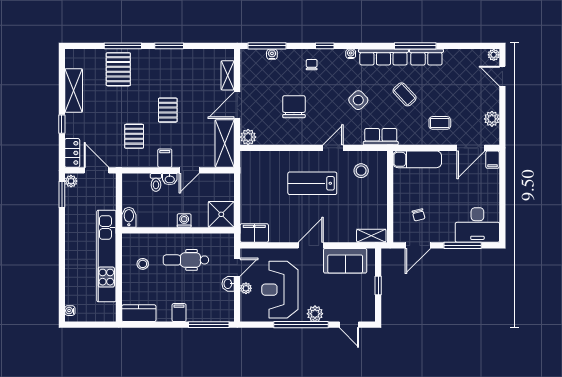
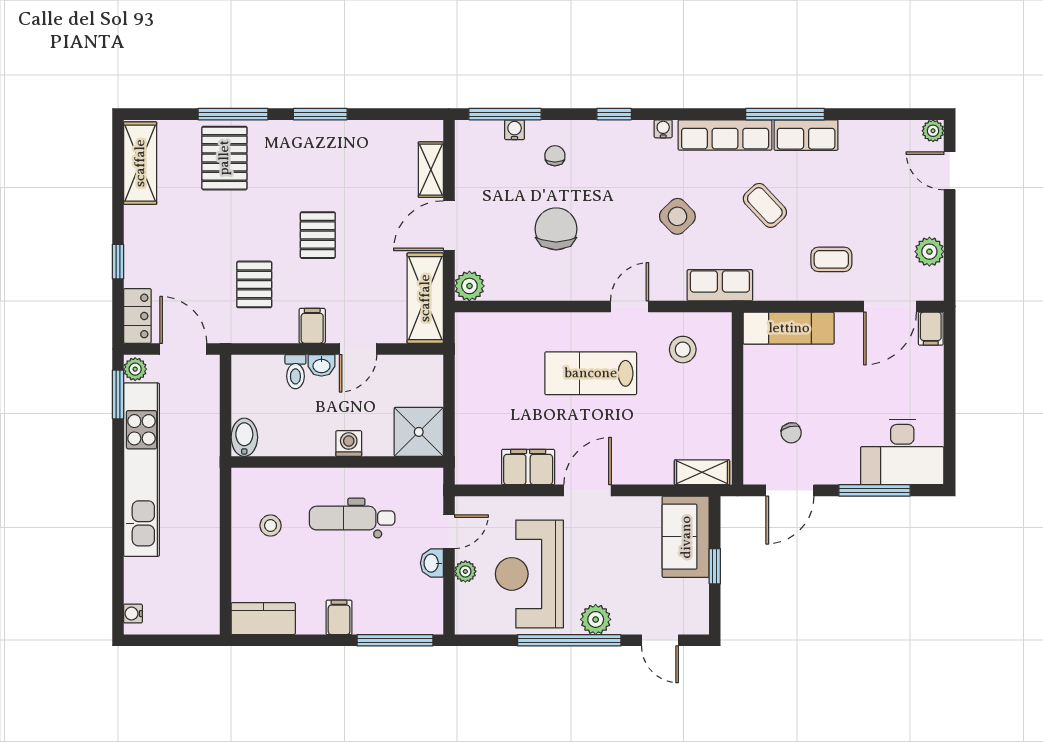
chair: (312, 65) -> (555, 156), moved
shelving: (74, 91) -> (140, 163), moved
filing cabinet: (254, 233) -> (528, 467), moved
kitchen unit: (106, 256) -> (142, 470), moved, turned 180
sofa: (345, 261) -> (686, 537), moved, turned 90

